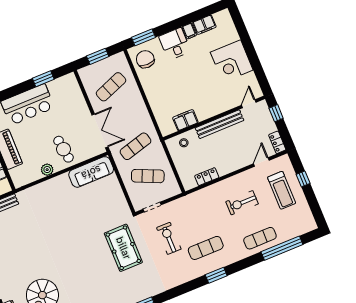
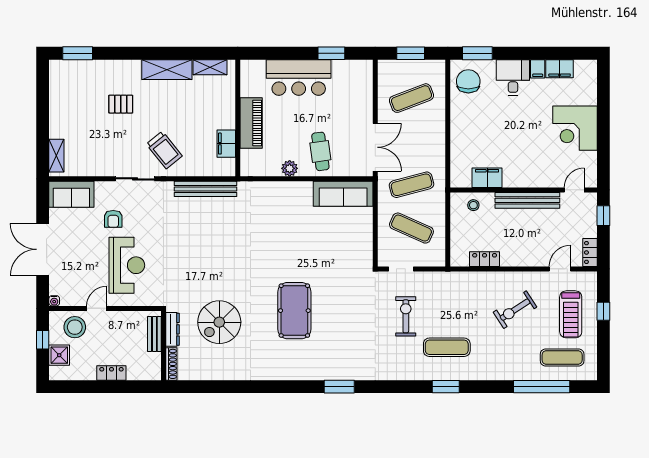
exercise bike: (242, 203) -> (515, 310), turned -33
exercise mat: (260, 238) -> (562, 358), moved
pool table: (123, 248) -> (294, 311), moved

